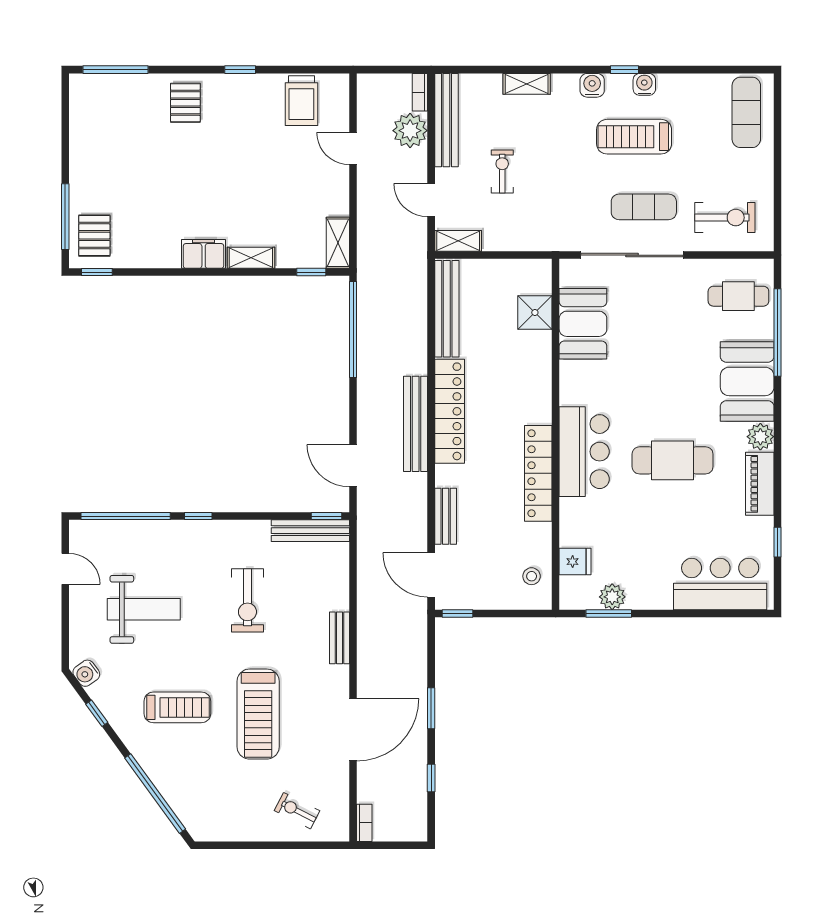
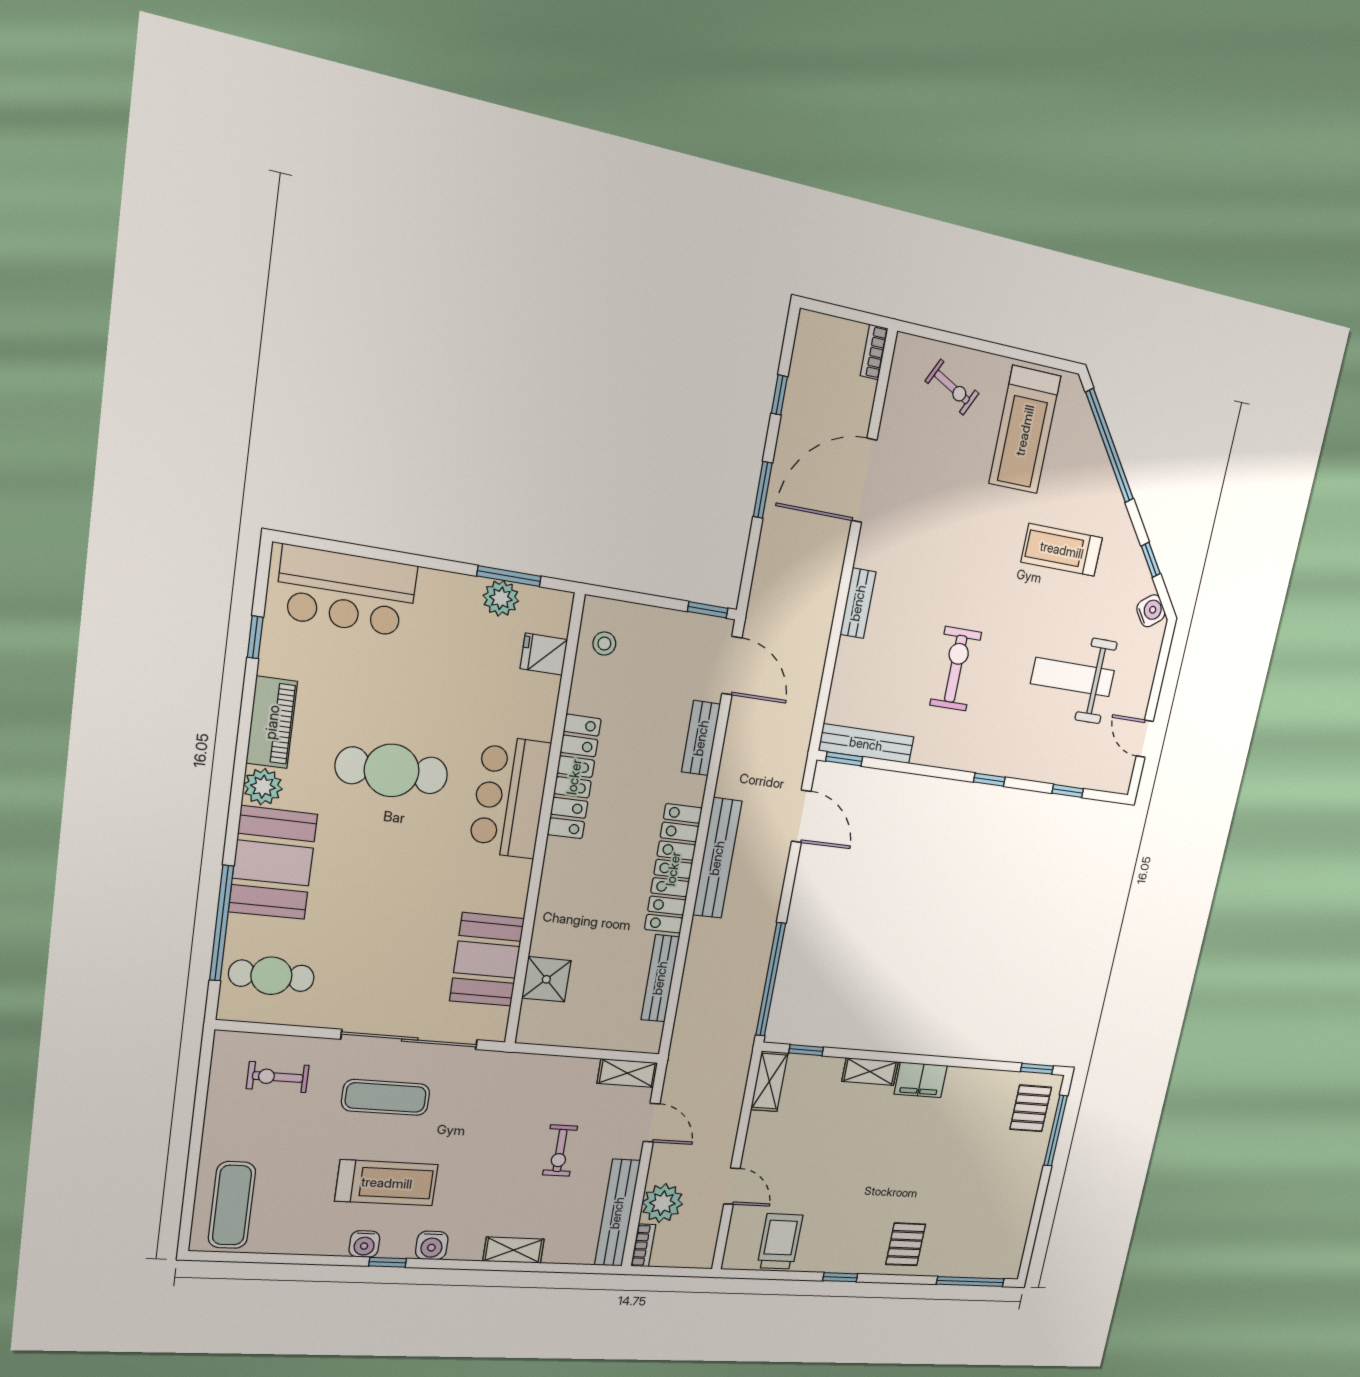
exercise bike: (725, 218) -> (278, 1077), width x0.73, depth x0.72
bench: (447, 309) -> (660, 978), width x0.73, depth x0.82
window: (126, 516) -> (1068, 791), width x0.32
treadmill: (258, 714) -> (1025, 430), moved, turned 180

